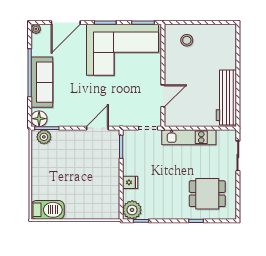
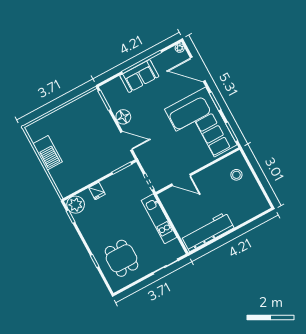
sofa: (42, 82) -> (139, 76), width x0.73
floor lamp: (39, 119) -> (123, 117), moved
plant: (44, 137) -> (96, 102), removed
barbecue: (48, 210) -> (48, 153), moved

